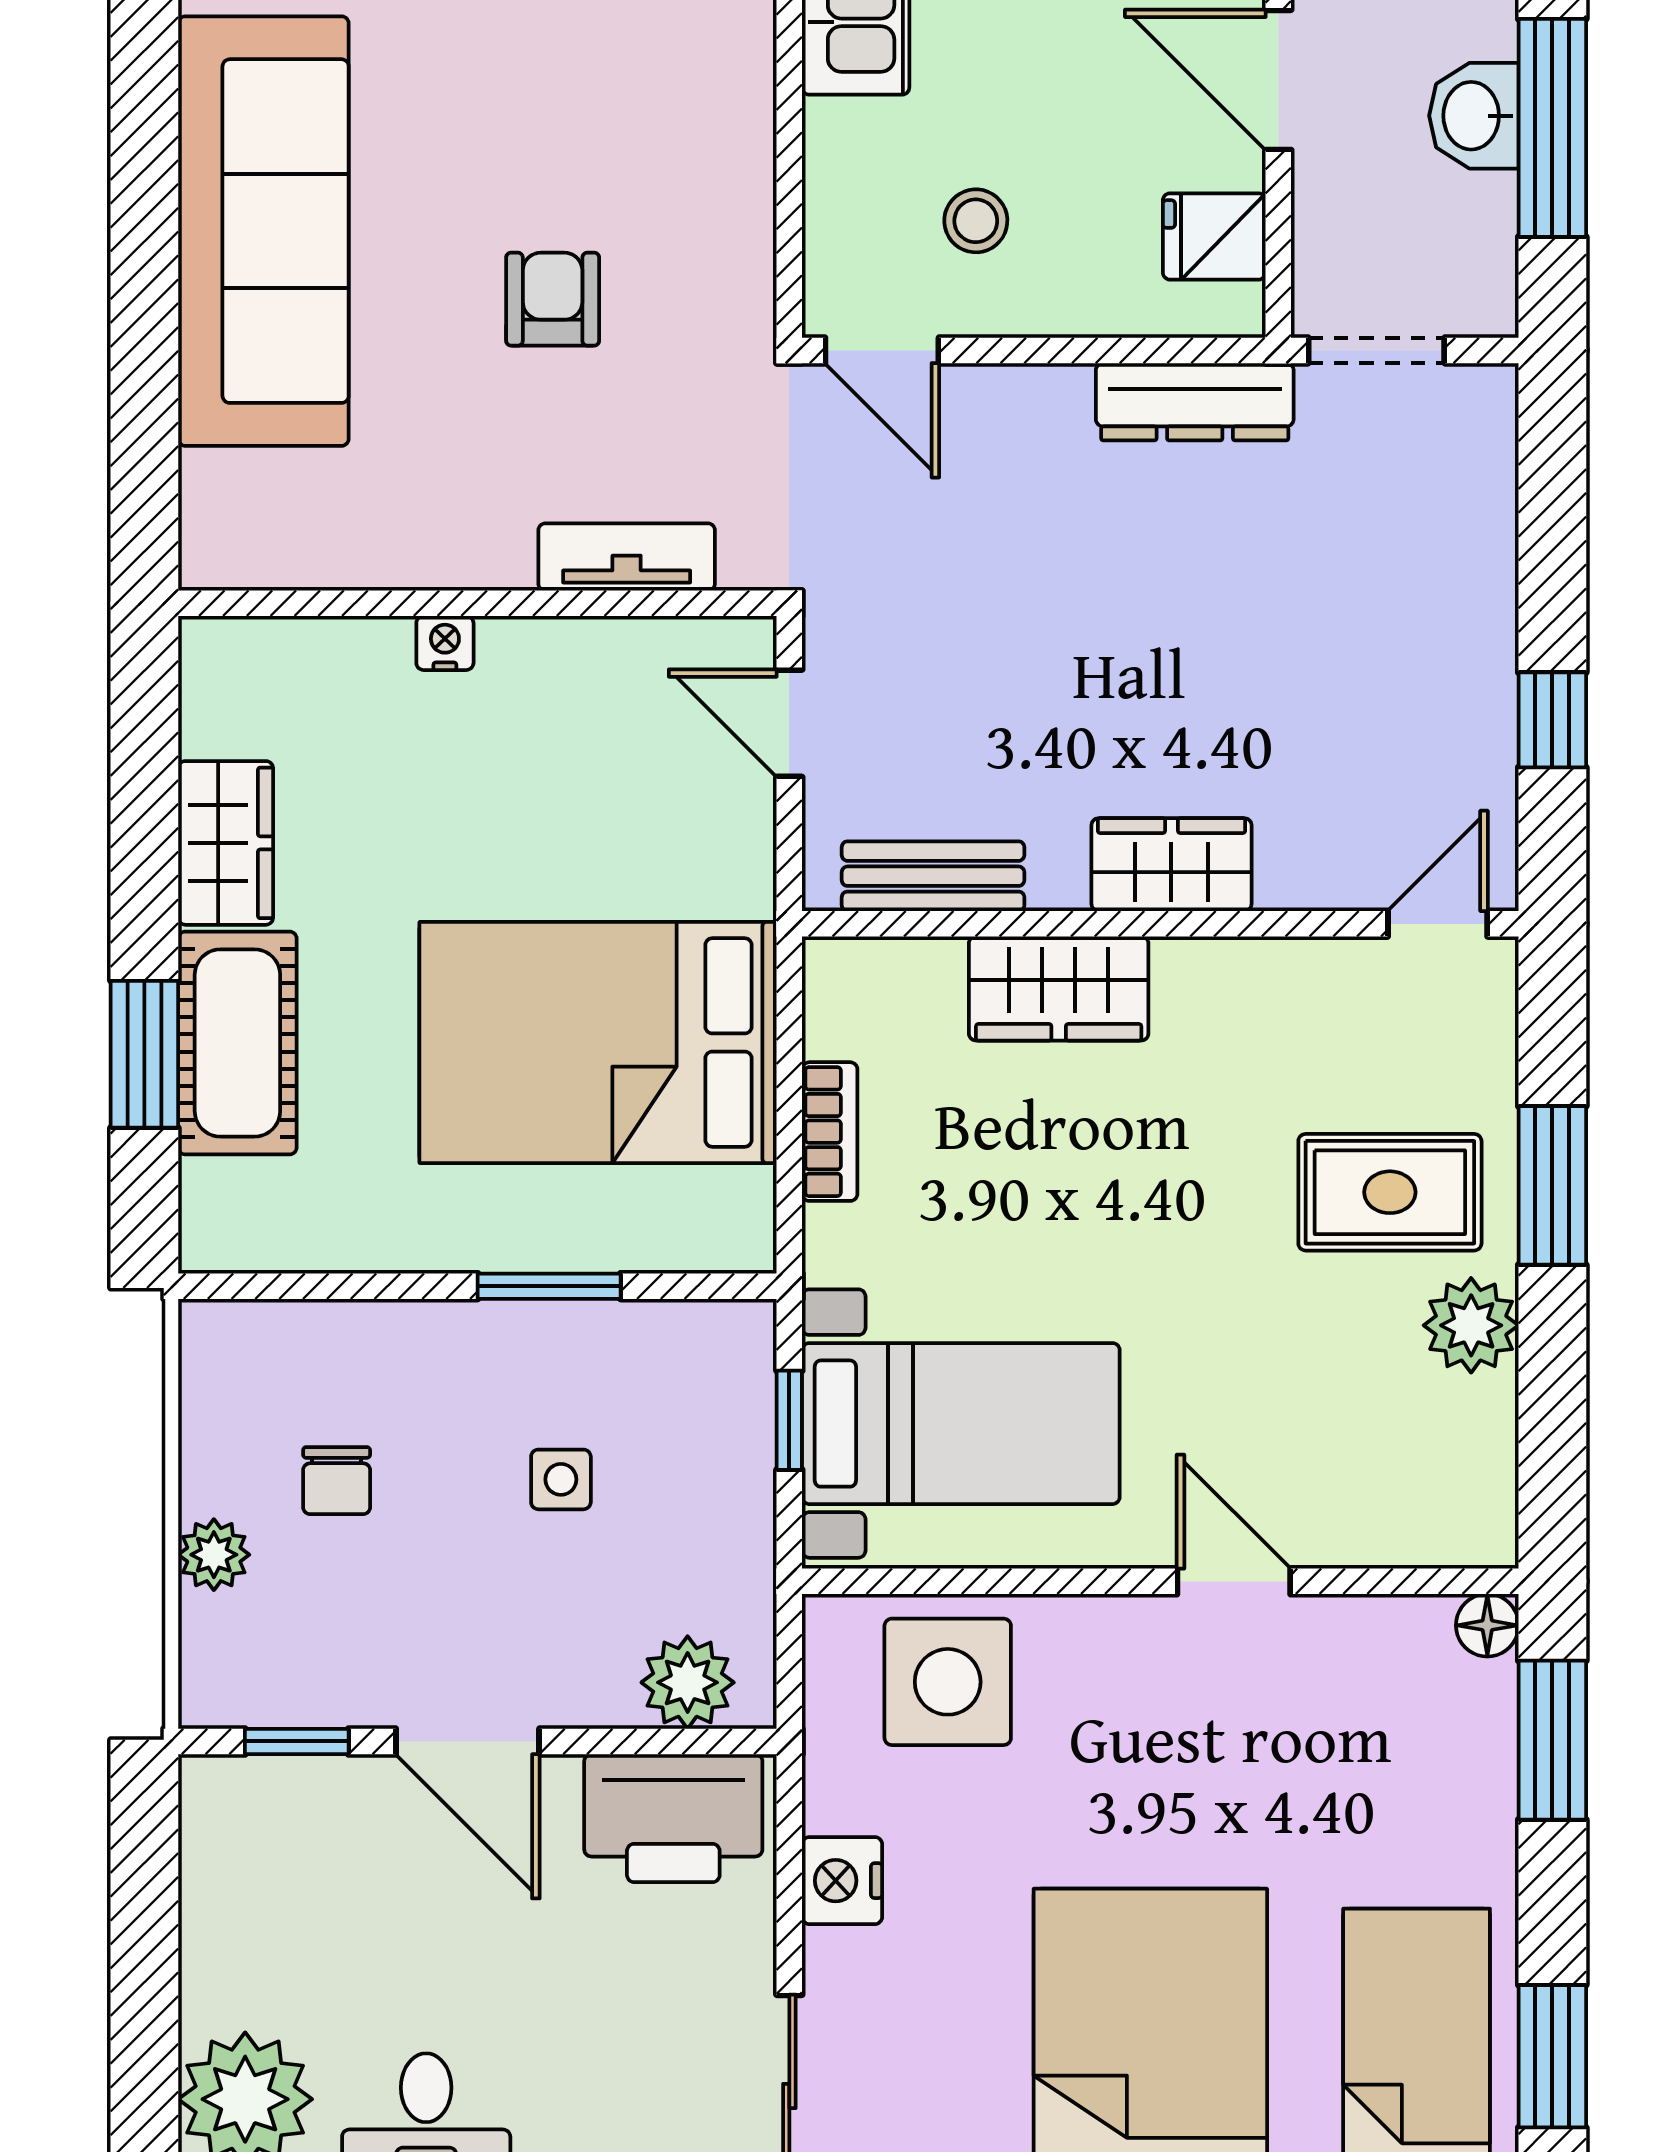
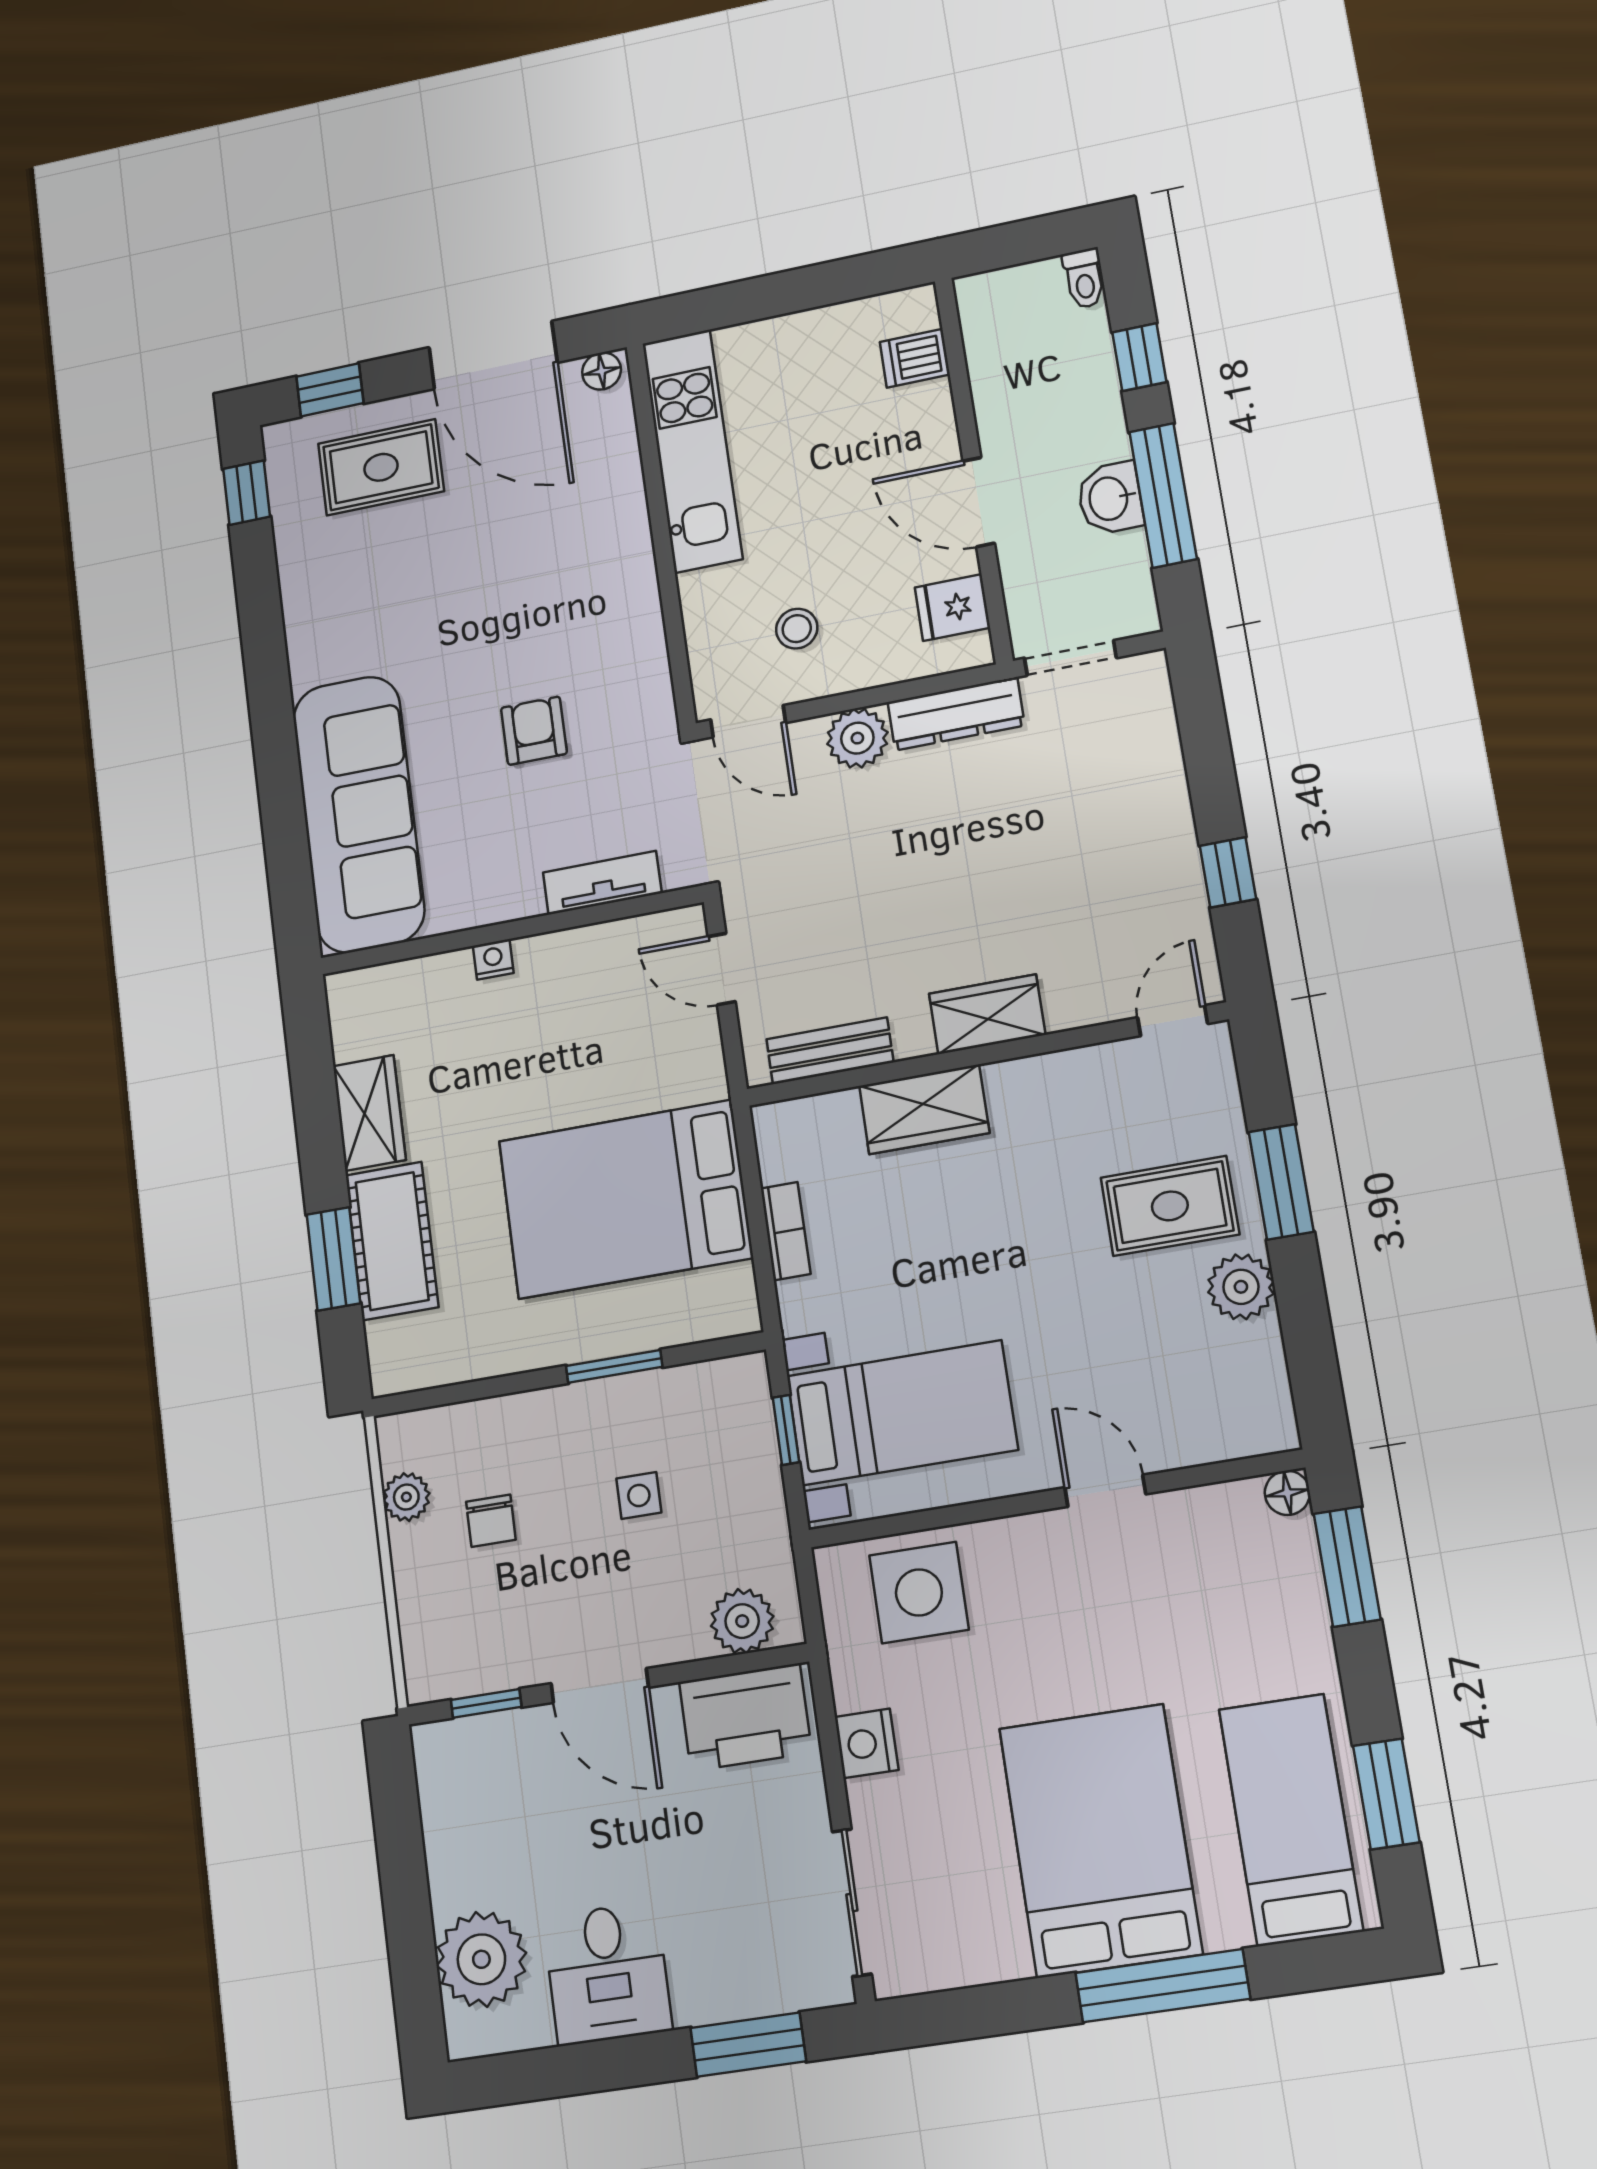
sofa: (263, 231) -> (359, 814), moved
plant: (1043, 410) -> (857, 738), added
plant: (214, 1555) -> (406, 1497), moved

